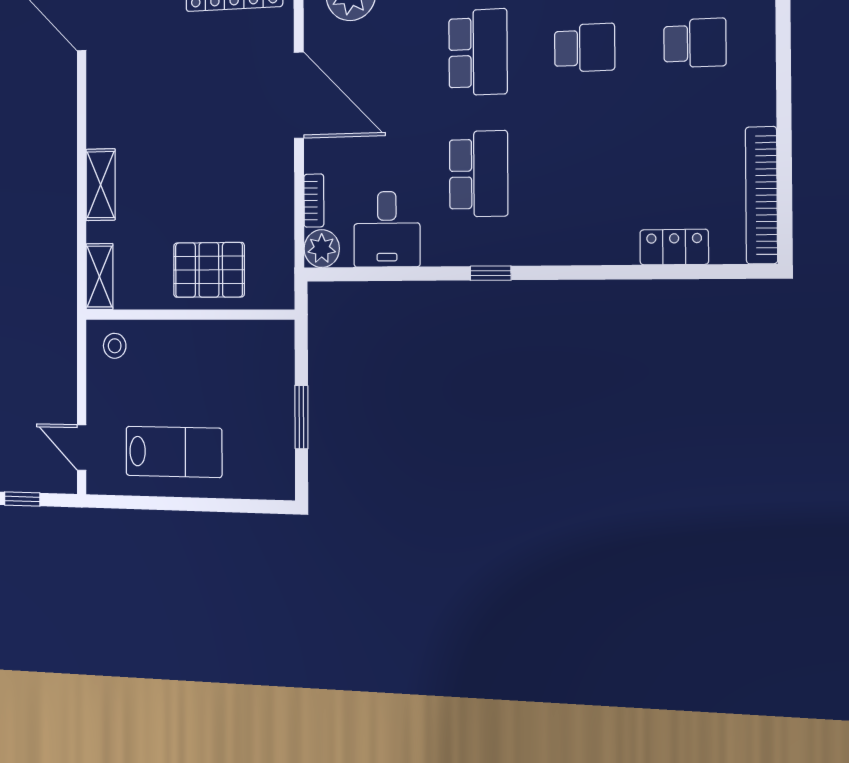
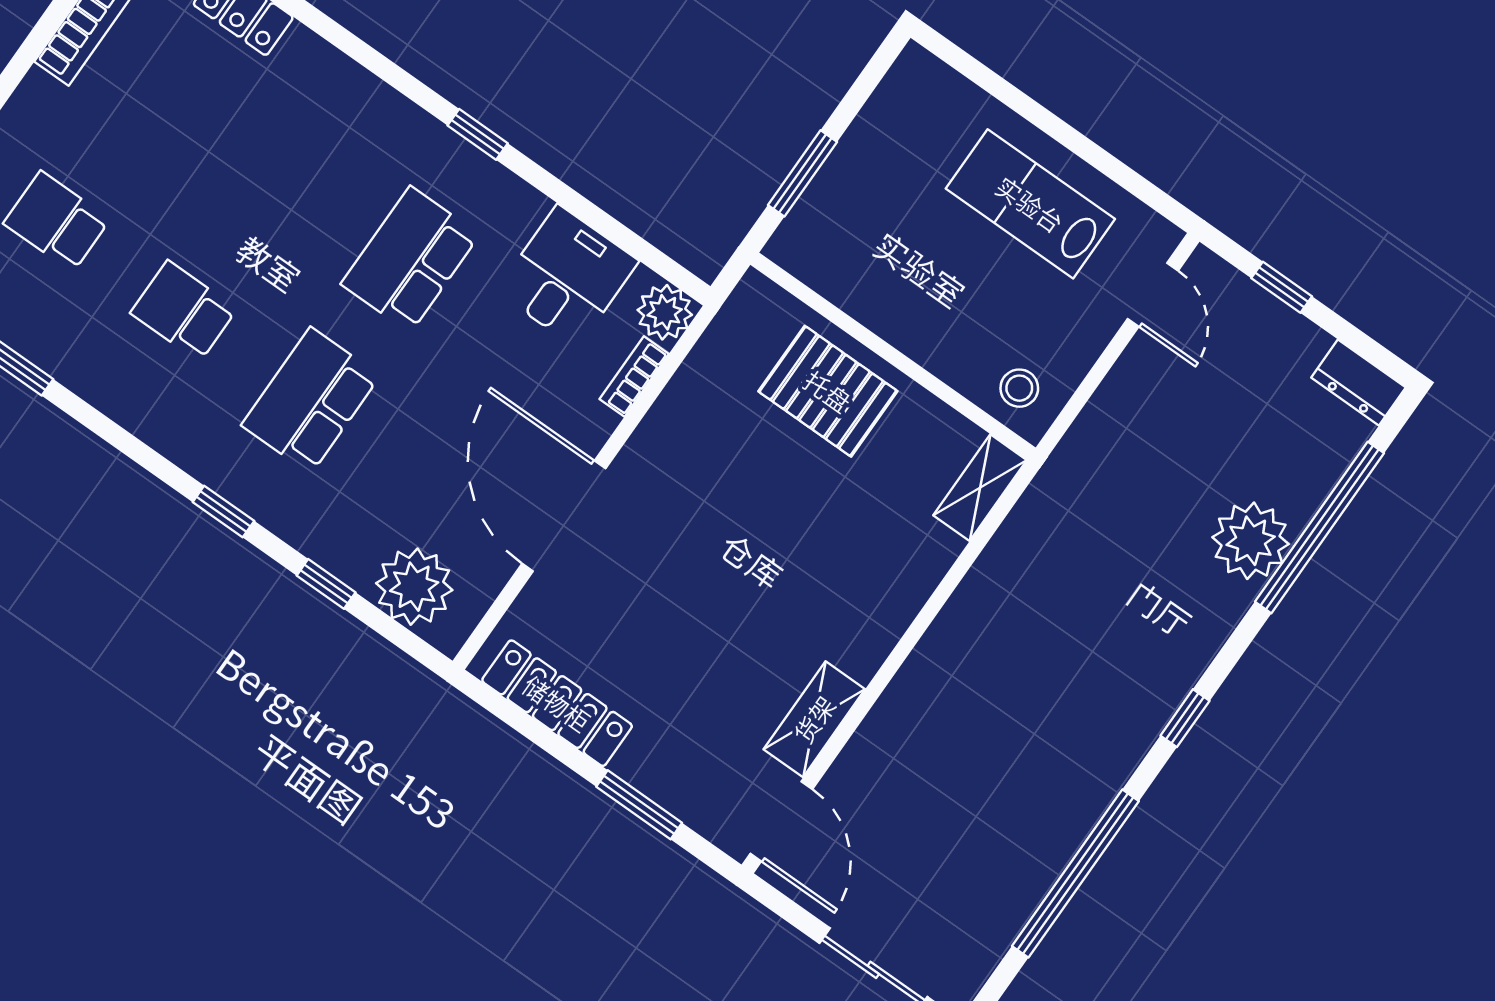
shelving: (101, 185) -> (814, 719), moved
window: (301, 417) -> (802, 173), moved

